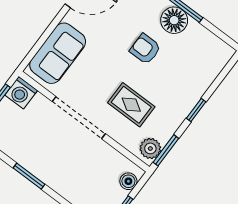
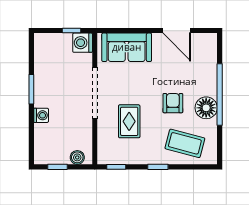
coffee table: (193, 67) -> (185, 143), added
plant: (150, 148) -> (110, 156), removed
window: (166, 150) -> (116, 167), width x0.67
washing machine: (61, 186) -> (41, 115), added

